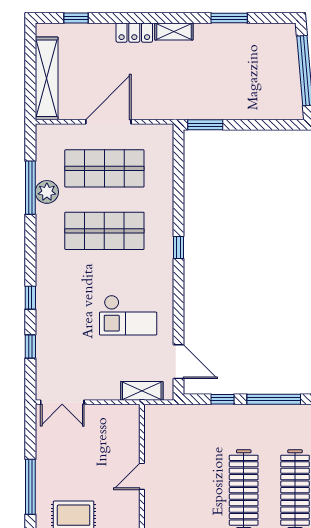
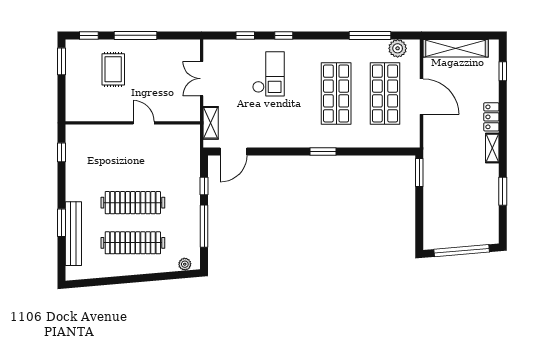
plant: (47, 192) -> (398, 48), moved
window: (179, 247) -> (323, 152), width x1.50
checkout: (128, 315) -> (268, 74), moved, turned 180
double door: (62, 402) -> (202, 79), moved

